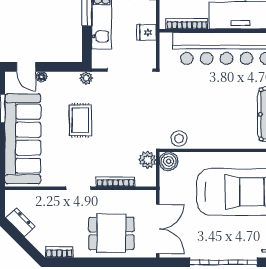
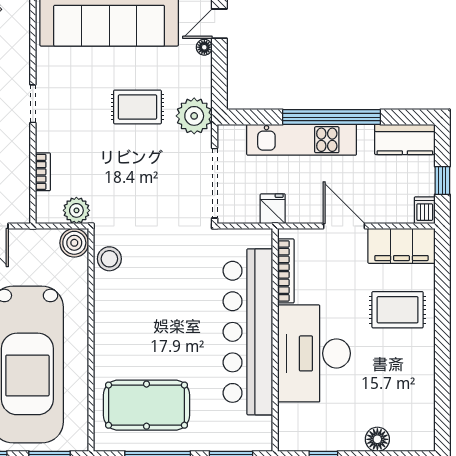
plant: (86, 78) -> (194, 116), width x1.87, depth x1.87
bookcase: (116, 182) -> (43, 172), width x0.64

